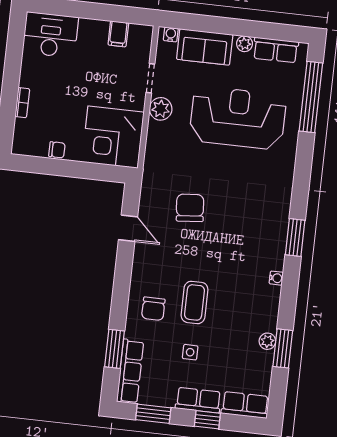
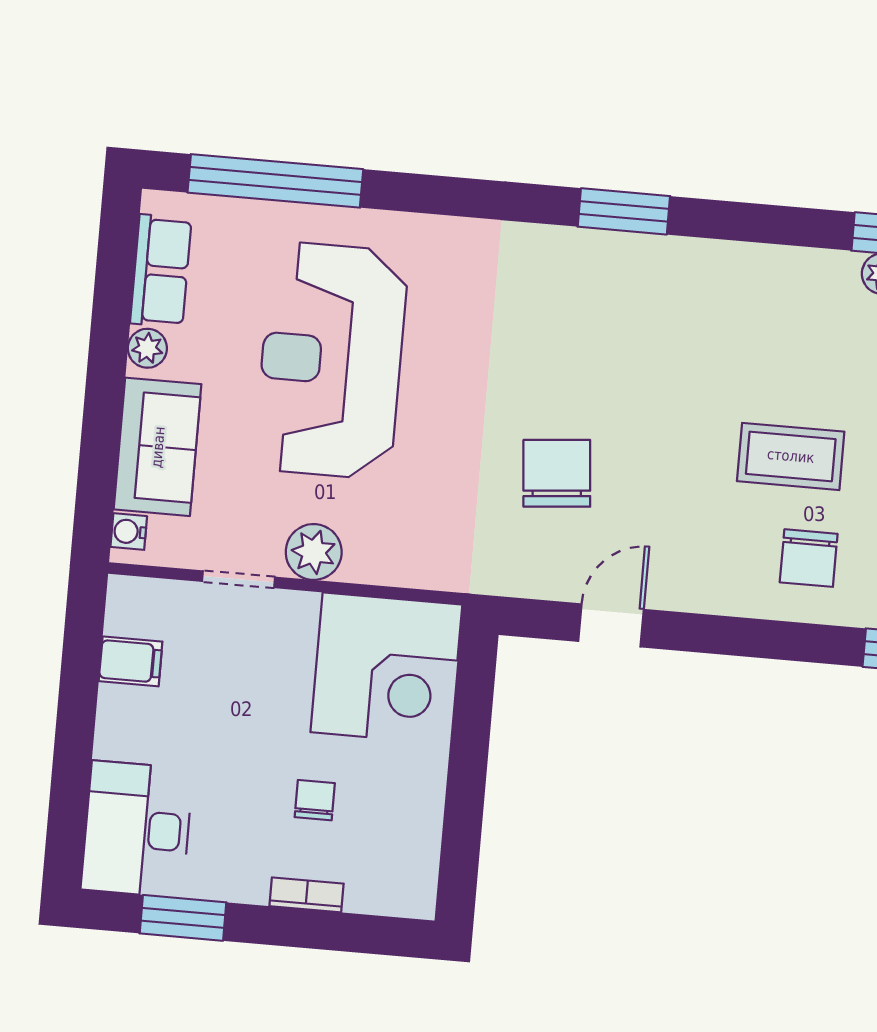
window: (14, 52) -> (183, 918), added
chair: (57, 150) -> (315, 800), moved
chair: (190, 208) -> (557, 473), turned 90
water cooler: (276, 278) -> (725, 256), removed
chair: (153, 309) -> (809, 558), turned 90

